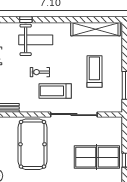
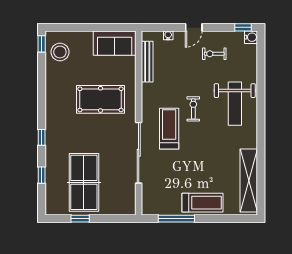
window: (26, 20) -> (261, 91), removed
treadmill: (94, 72) -> (202, 203), moved
pool table: (32, 144) -> (100, 99), width x0.73, depth x0.76

